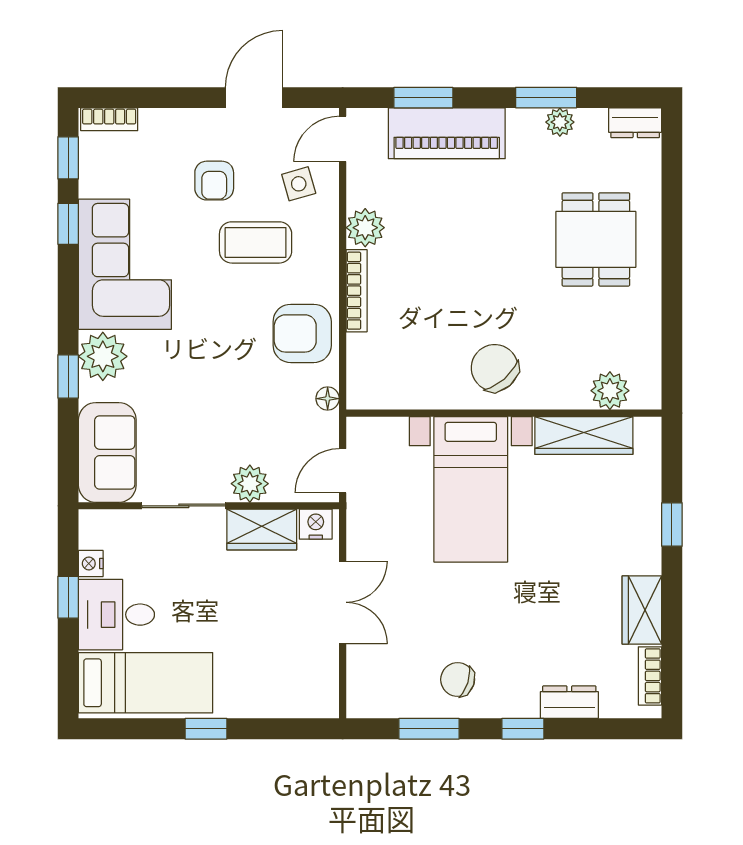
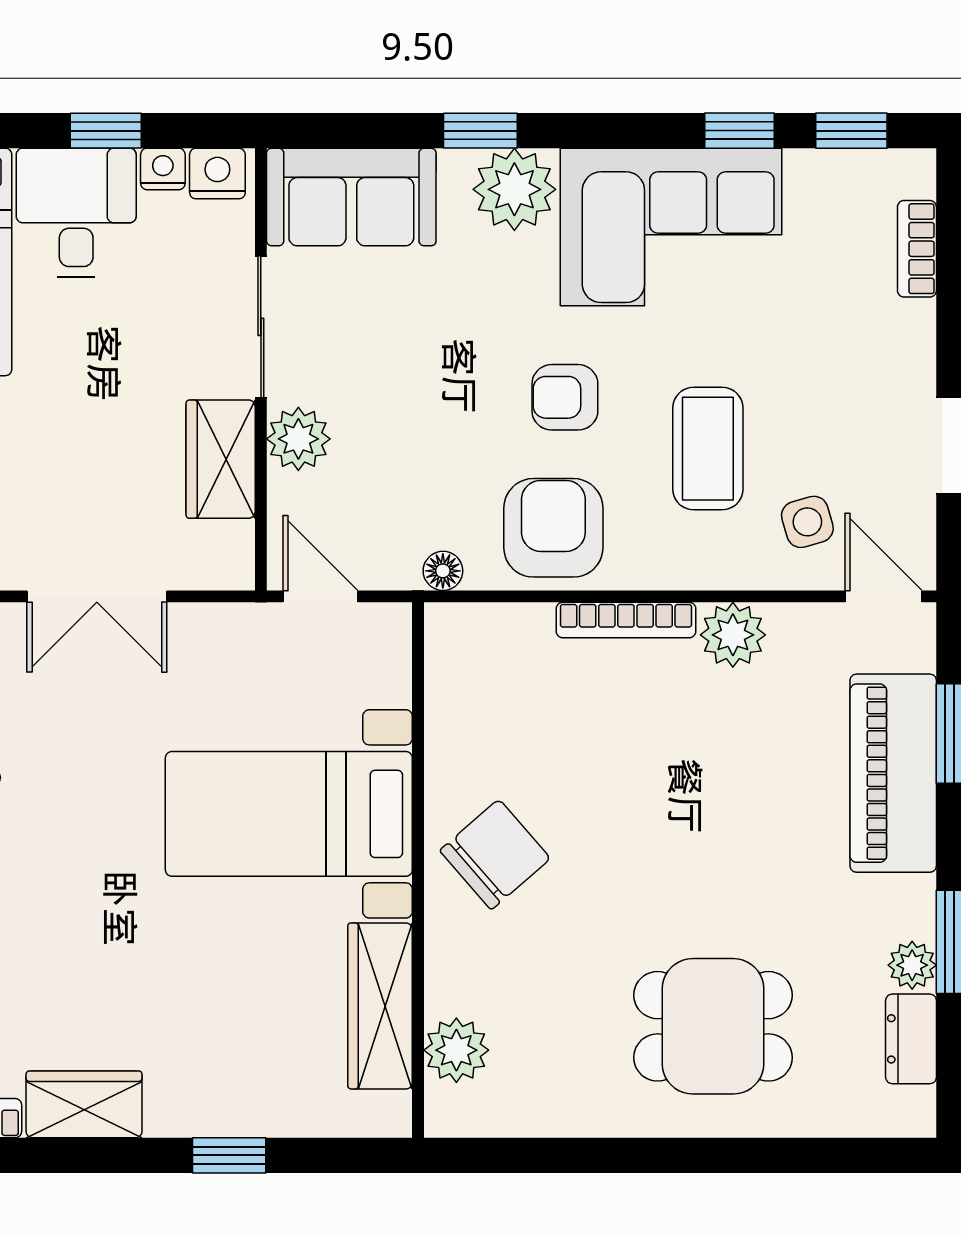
bookcase: (109, 119) -> (917, 249), moved
dresser: (635, 123) -> (911, 1039), moved
armchair: (214, 181) -> (565, 397), moved
nightstand: (316, 524) -> (217, 174), moved, turned -90

